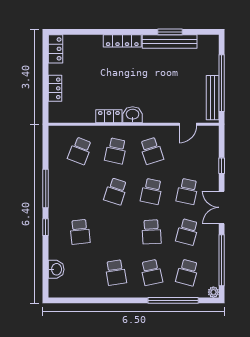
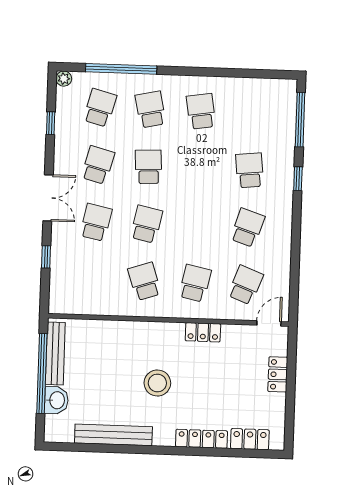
window: (170, 32) -> (112, 448), removed
locker: (122, 41) -> (202, 439), moved
locker: (55, 49) -> (250, 439), moved, turned 90
stool: (140, 79) -> (157, 383), added
washbasin: (133, 115) -> (56, 400), moved, turned -90
door: (188, 124) -> (269, 323), moved
window: (46, 189) -> (300, 120), moved
school desk: (116, 191) -> (247, 228), moved
window: (222, 260) -> (51, 123), width x0.32
washbasin: (56, 269) -> (285, 119), removed

